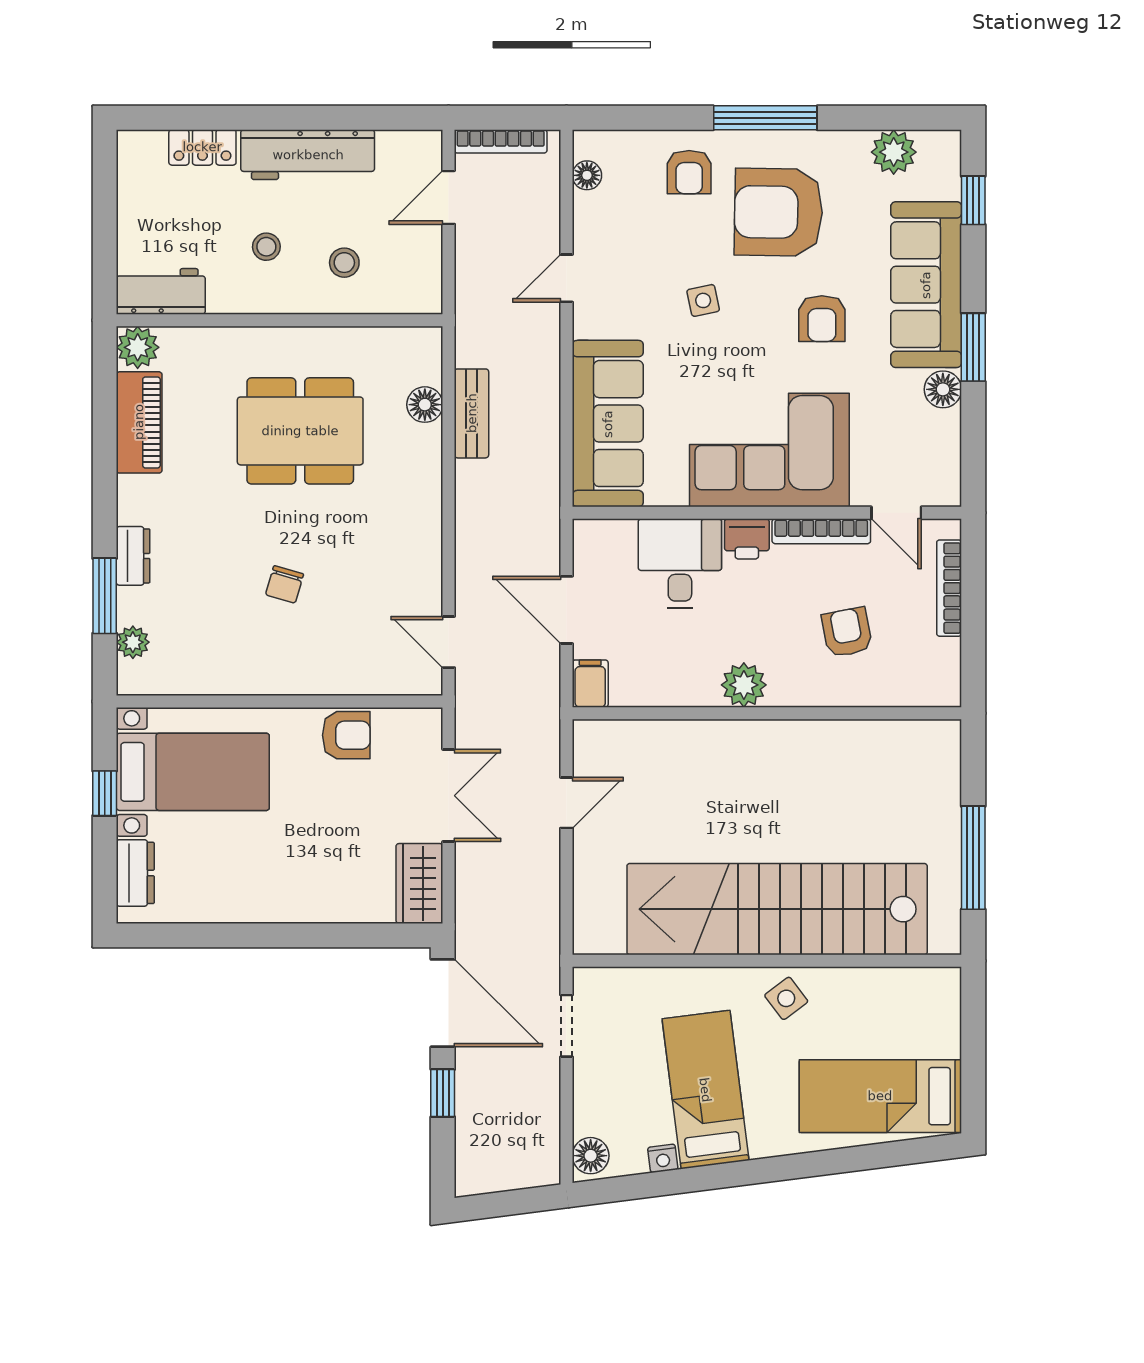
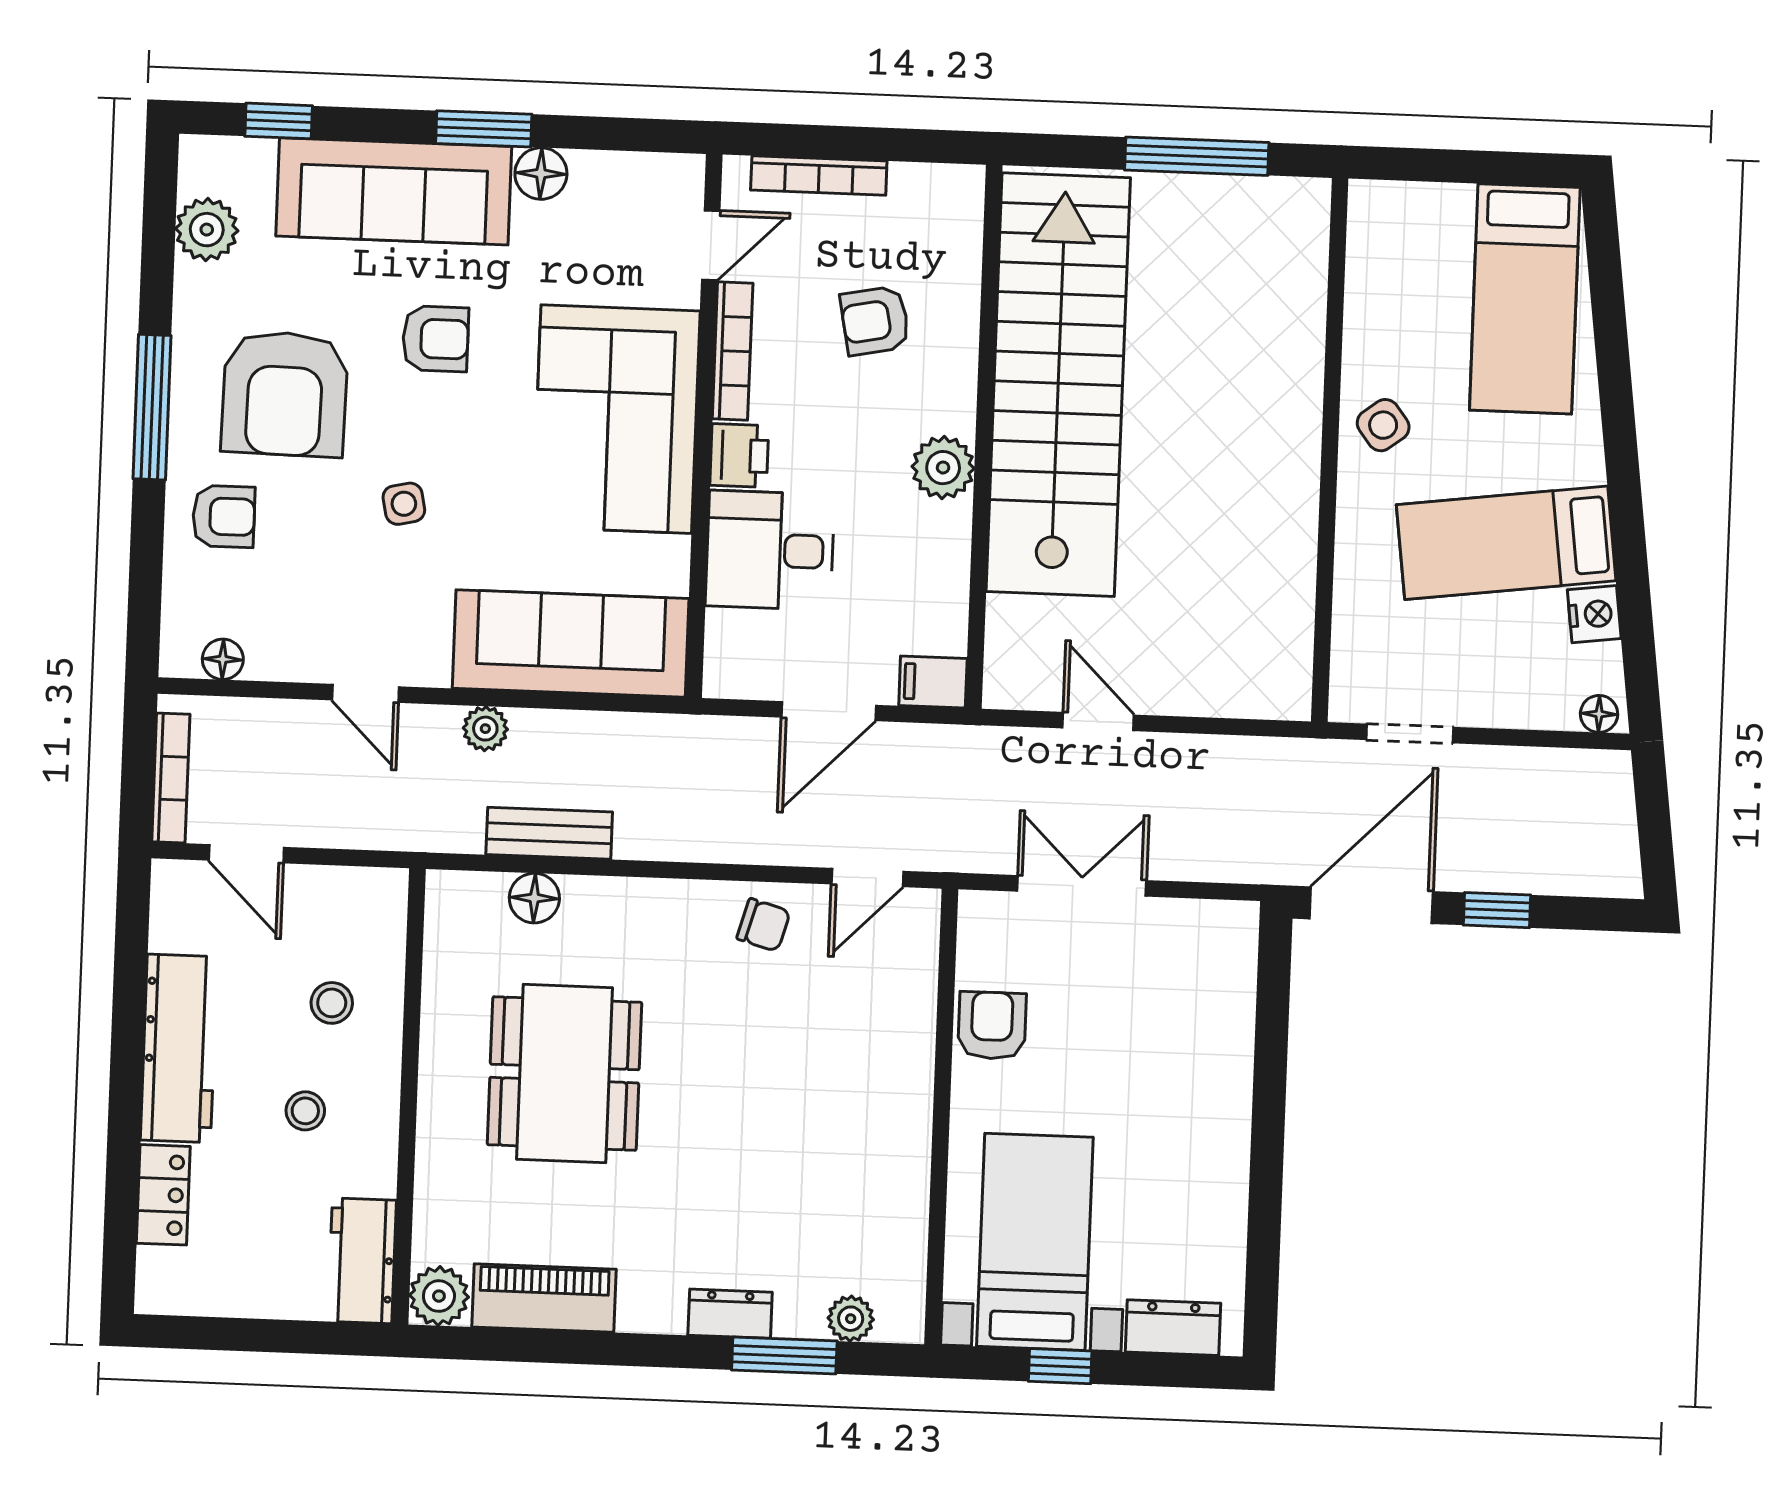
plant: (545, 365) -> (485, 729), added
chair: (285, 584) -> (764, 925), moved
wardrobe: (419, 883) -> (1203, 931), removed
stairs: (777, 909) -> (1058, 385), moved, turned 180
floor lamp: (591, 1156) -> (1599, 714), width x0.73, depth x0.73
nightstand: (663, 1158) -> (1594, 614), width x1.39, depth x1.35

